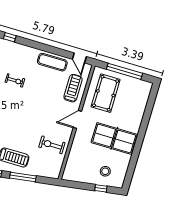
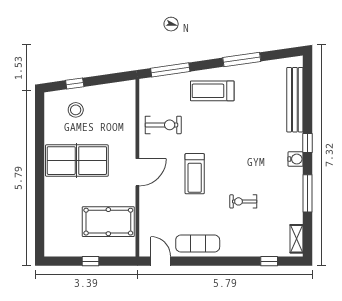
window: (125, 71) -> (90, 261), width x0.32
treadmill: (73, 88) -> (195, 174), moved
pool table: (106, 93) -> (108, 222), turned 90
window: (23, 177) -> (170, 70), moved

